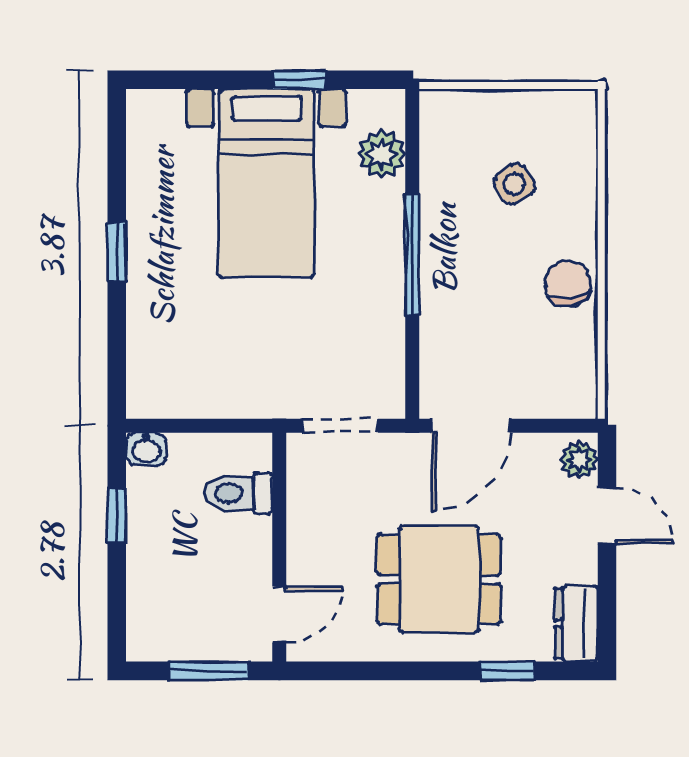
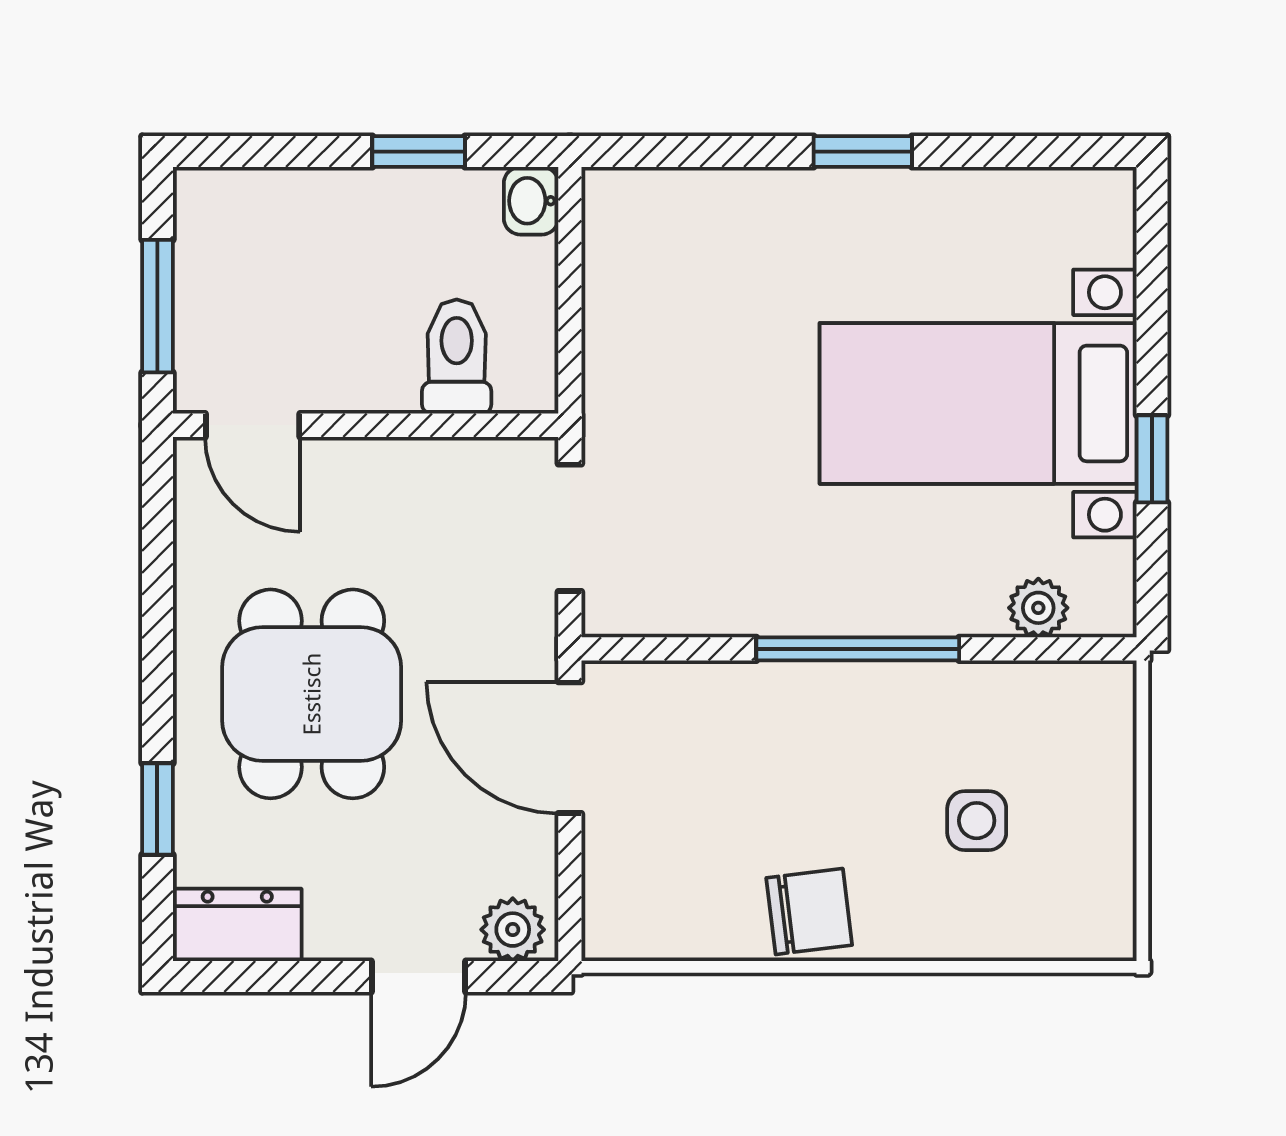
plant: (381, 154) -> (1038, 608), width x0.73, depth x0.73
side table: (514, 184) -> (977, 821), turned 33

